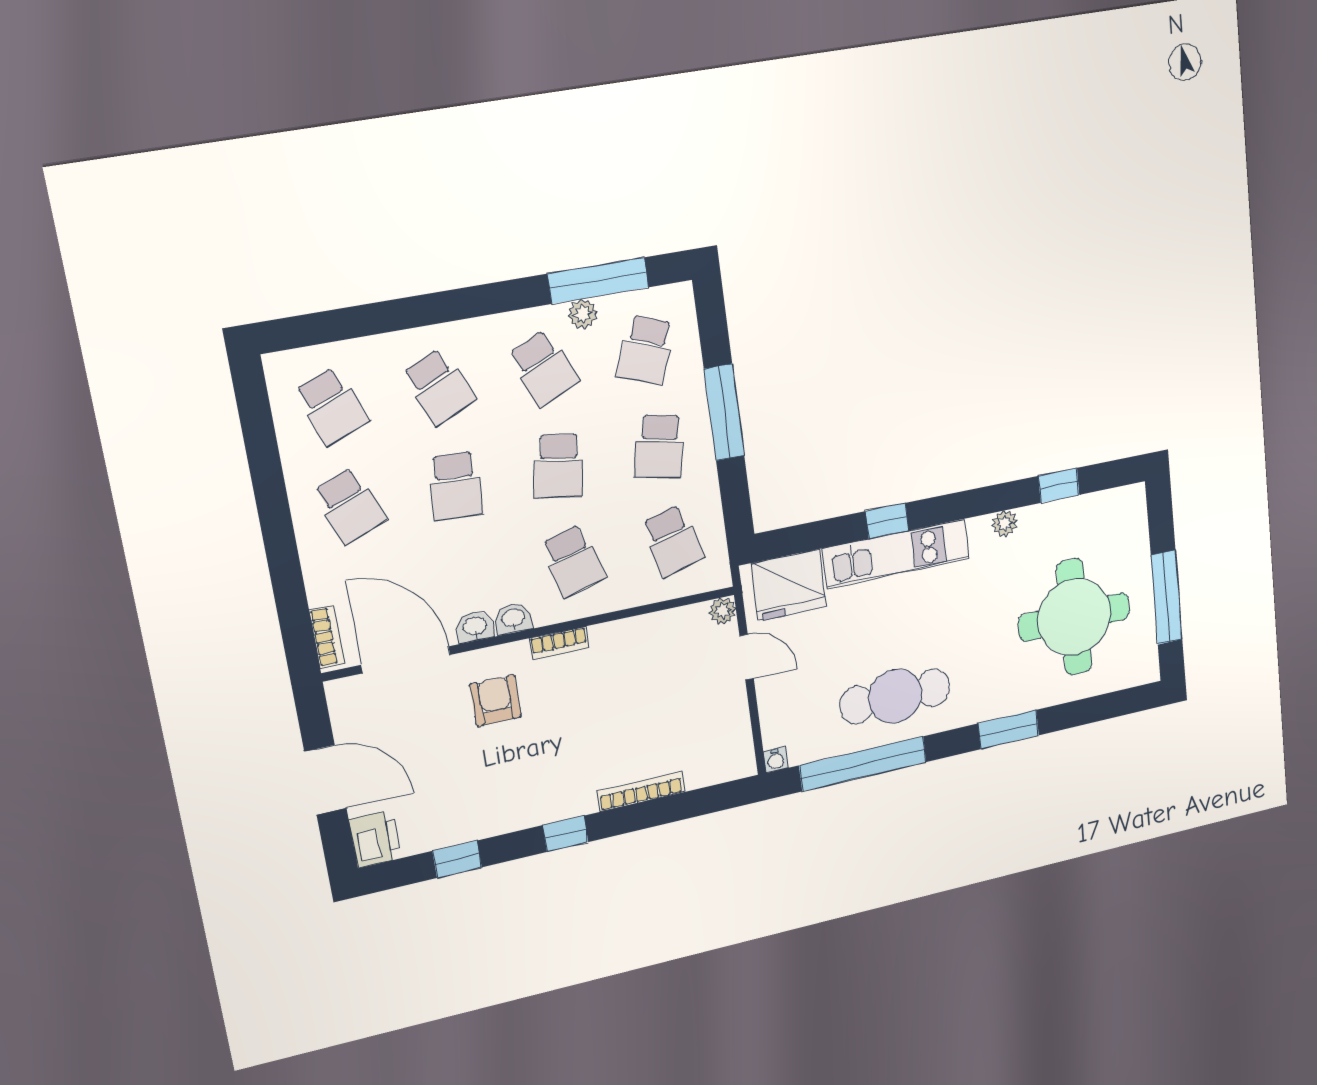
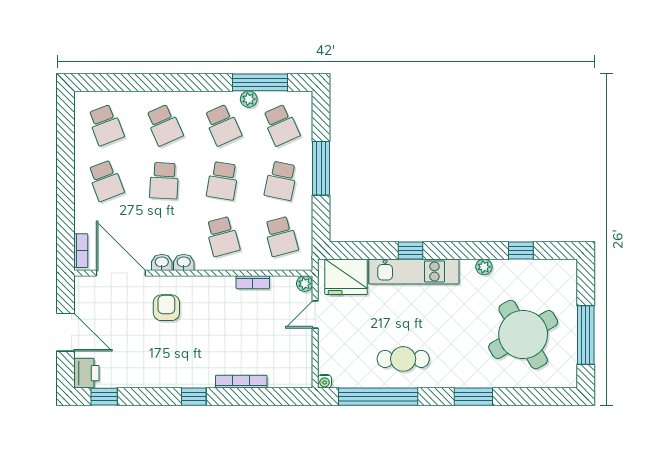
school desk: (646, 350) -> (281, 125), turned -45
round table: (1074, 617) -> (523, 334), turned -30
bookcase: (559, 643) -> (253, 282), moved
door: (747, 657) -> (315, 315), swing flipped
cafe table: (895, 696) -> (403, 359), width x0.73, depth x0.74
window: (457, 859) -> (104, 397), moved

